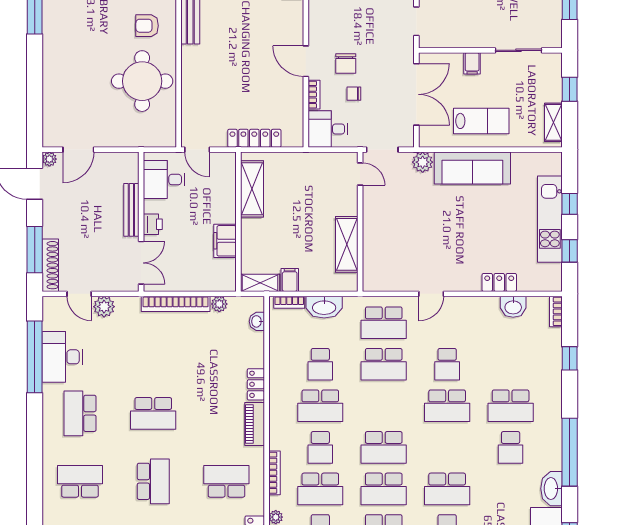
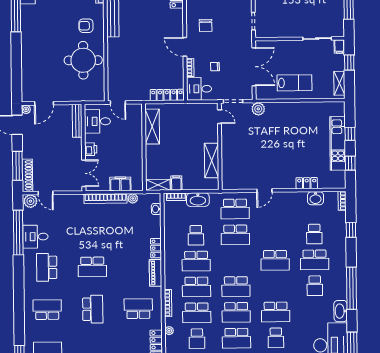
chair: (346, 63) -> (206, 25), moved
filing cabinet: (472, 63) -> (339, 47), moved
locker: (254, 138) -> (167, 95), moved
sofa: (472, 168) -> (289, 112), removed
bench: (131, 210) -> (77, 121), moved
filing cabinet: (225, 241) -> (120, 184), moved, turned 90
plant: (104, 307) -> (30, 201), moved
desk: (62, 357) -> (35, 237), width x0.73
school desk: (447, 364) -> (314, 234), moved
school desk: (320, 447) -> (196, 287), width x1.85

